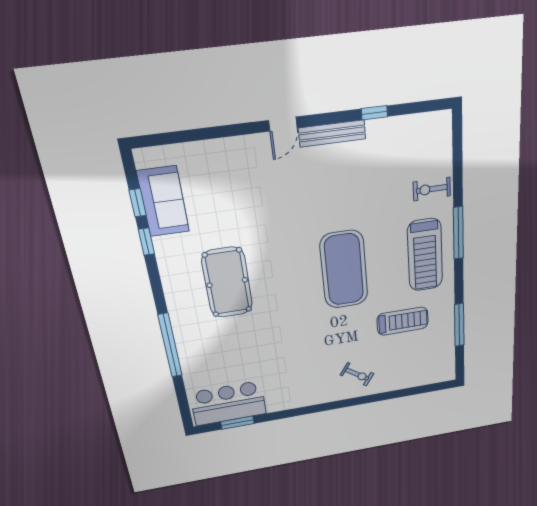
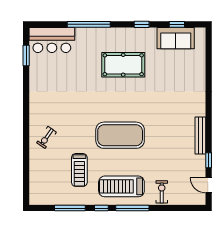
door: (283, 124) -> (209, 185), moved
window: (146, 242) -> (142, 24), moved
window: (459, 280) -> (101, 208), added
bar counter: (228, 403) -> (52, 40), moved, turned 90

